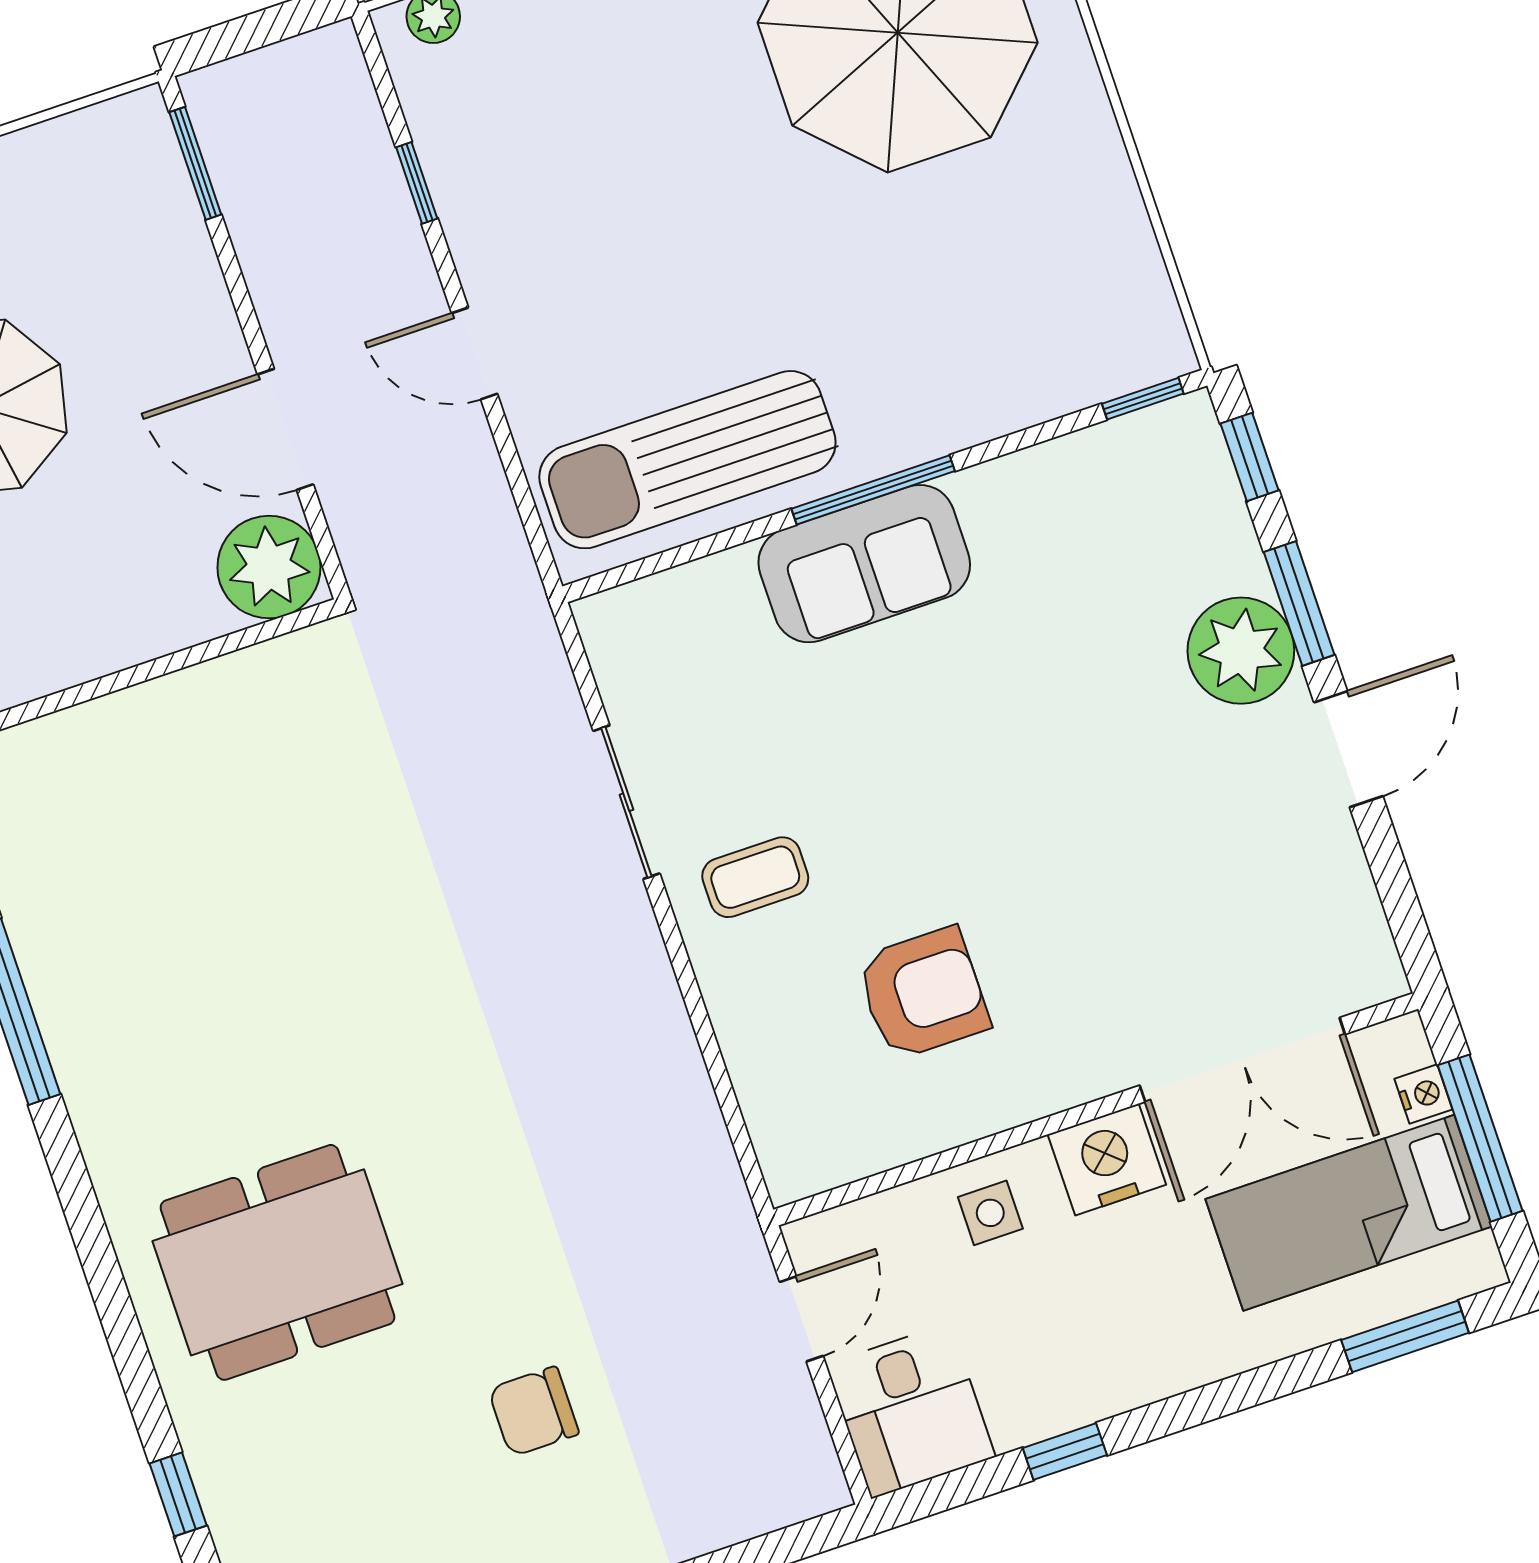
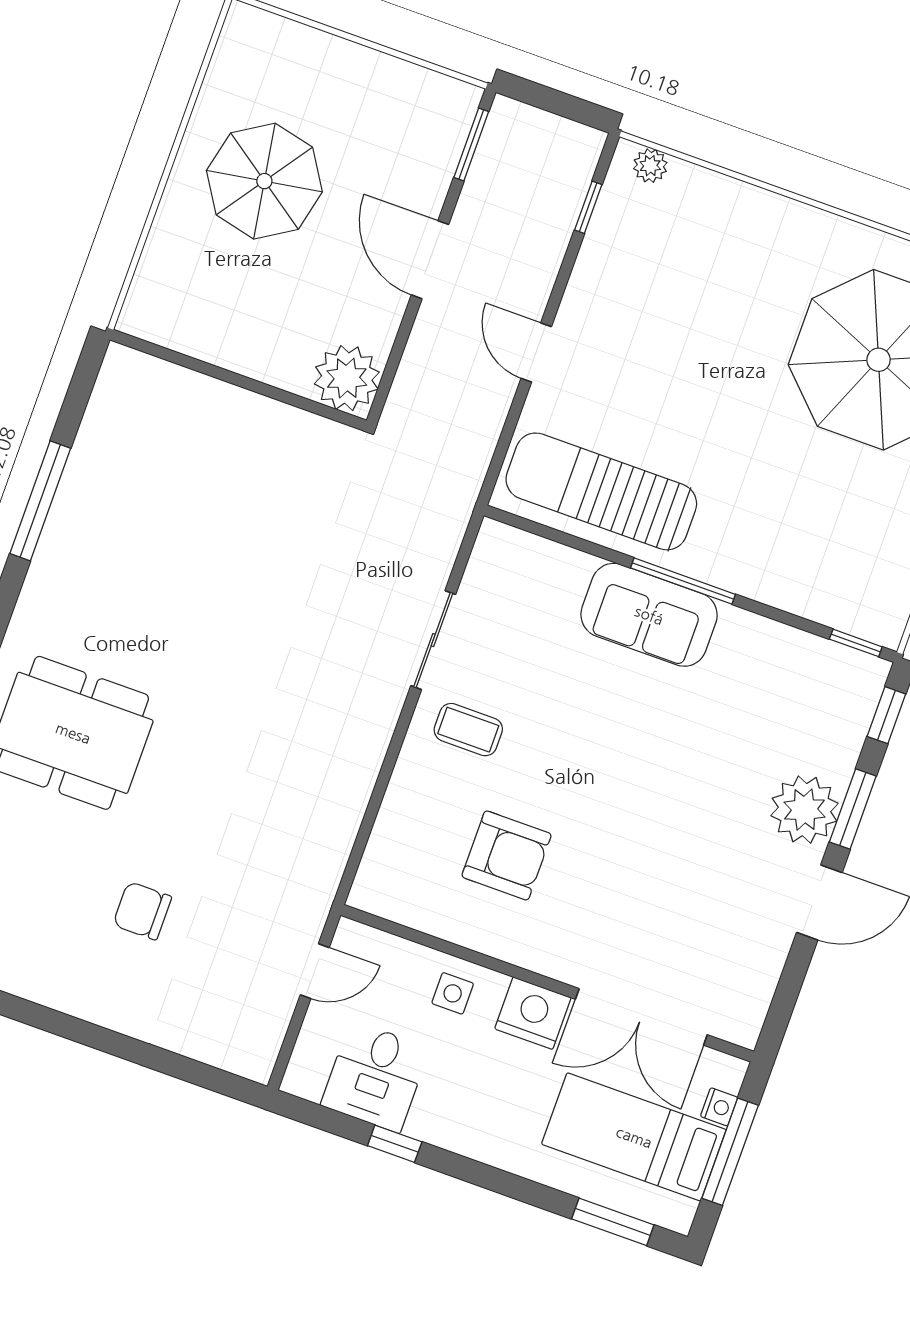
window: (417, 183) -> (588, 207), moved
door: (285, 429) -> (430, 260), moved
desk: (911, 1411) -> (375, 1076), moved

